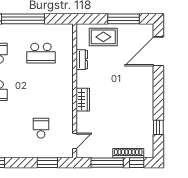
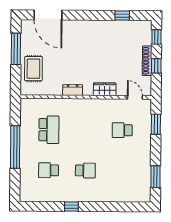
dresser: (82, 60) -> (73, 90), moved
wardrobe: (83, 100) -> (105, 89), moved
shoe rack: (128, 153) -> (147, 61), moved
window: (107, 163) -> (156, 66), width x0.46

